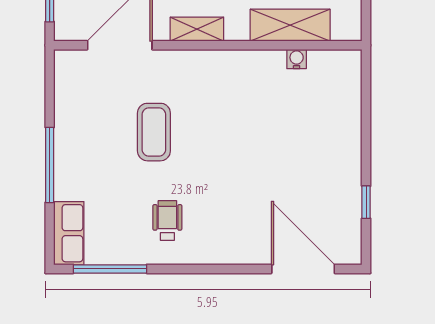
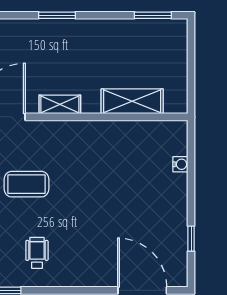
water cooler: (297, 59) -> (180, 164), moved, turned 90
coffee table: (154, 132) -> (26, 184), turned 90

